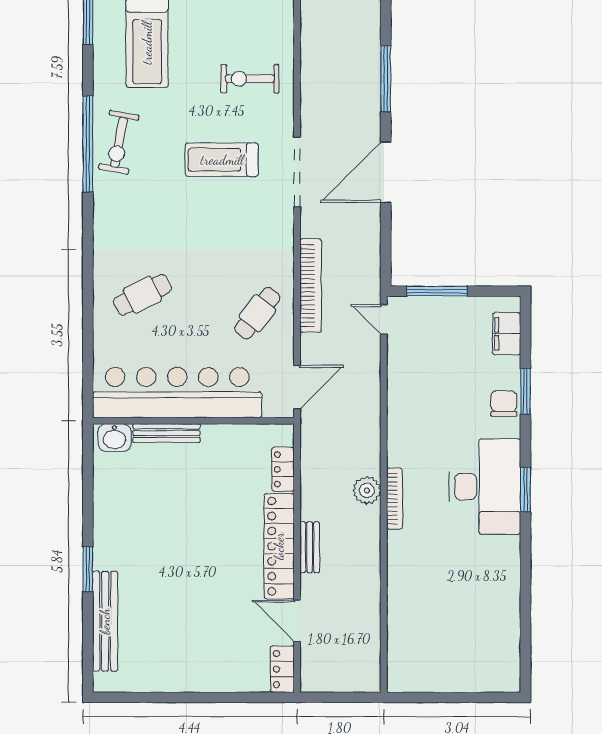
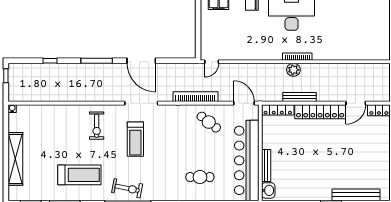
window: (437, 291) -> (198, 36), removed
cafe table: (142, 295) -> (200, 177), turned -63
locker: (283, 469) -> (278, 110), width x1.53
bench: (310, 547) -> (300, 97), moved, width x1.36

